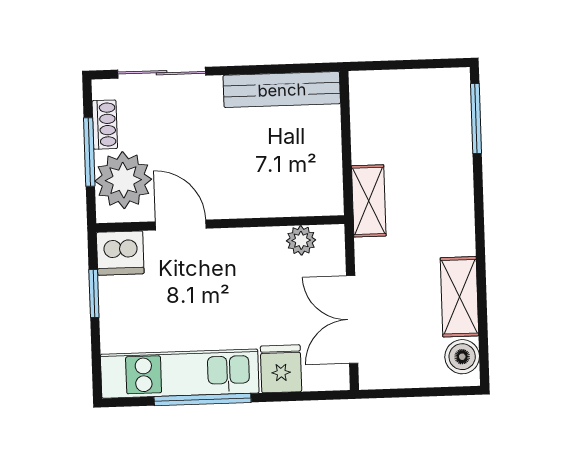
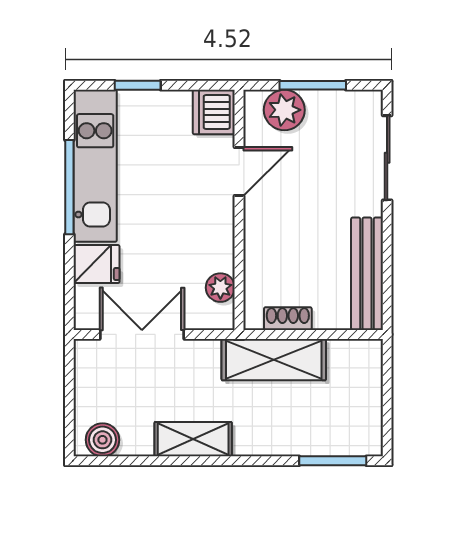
shoe rack: (105, 125) -> (288, 319), moved, turned 180
plant: (123, 180) -> (284, 110), width x0.73, depth x0.73
shelving: (369, 201) -> (274, 360), width x1.50, depth x1.33
window: (94, 293) -> (138, 85), moved
shelving: (459, 297) -> (193, 439), moved

